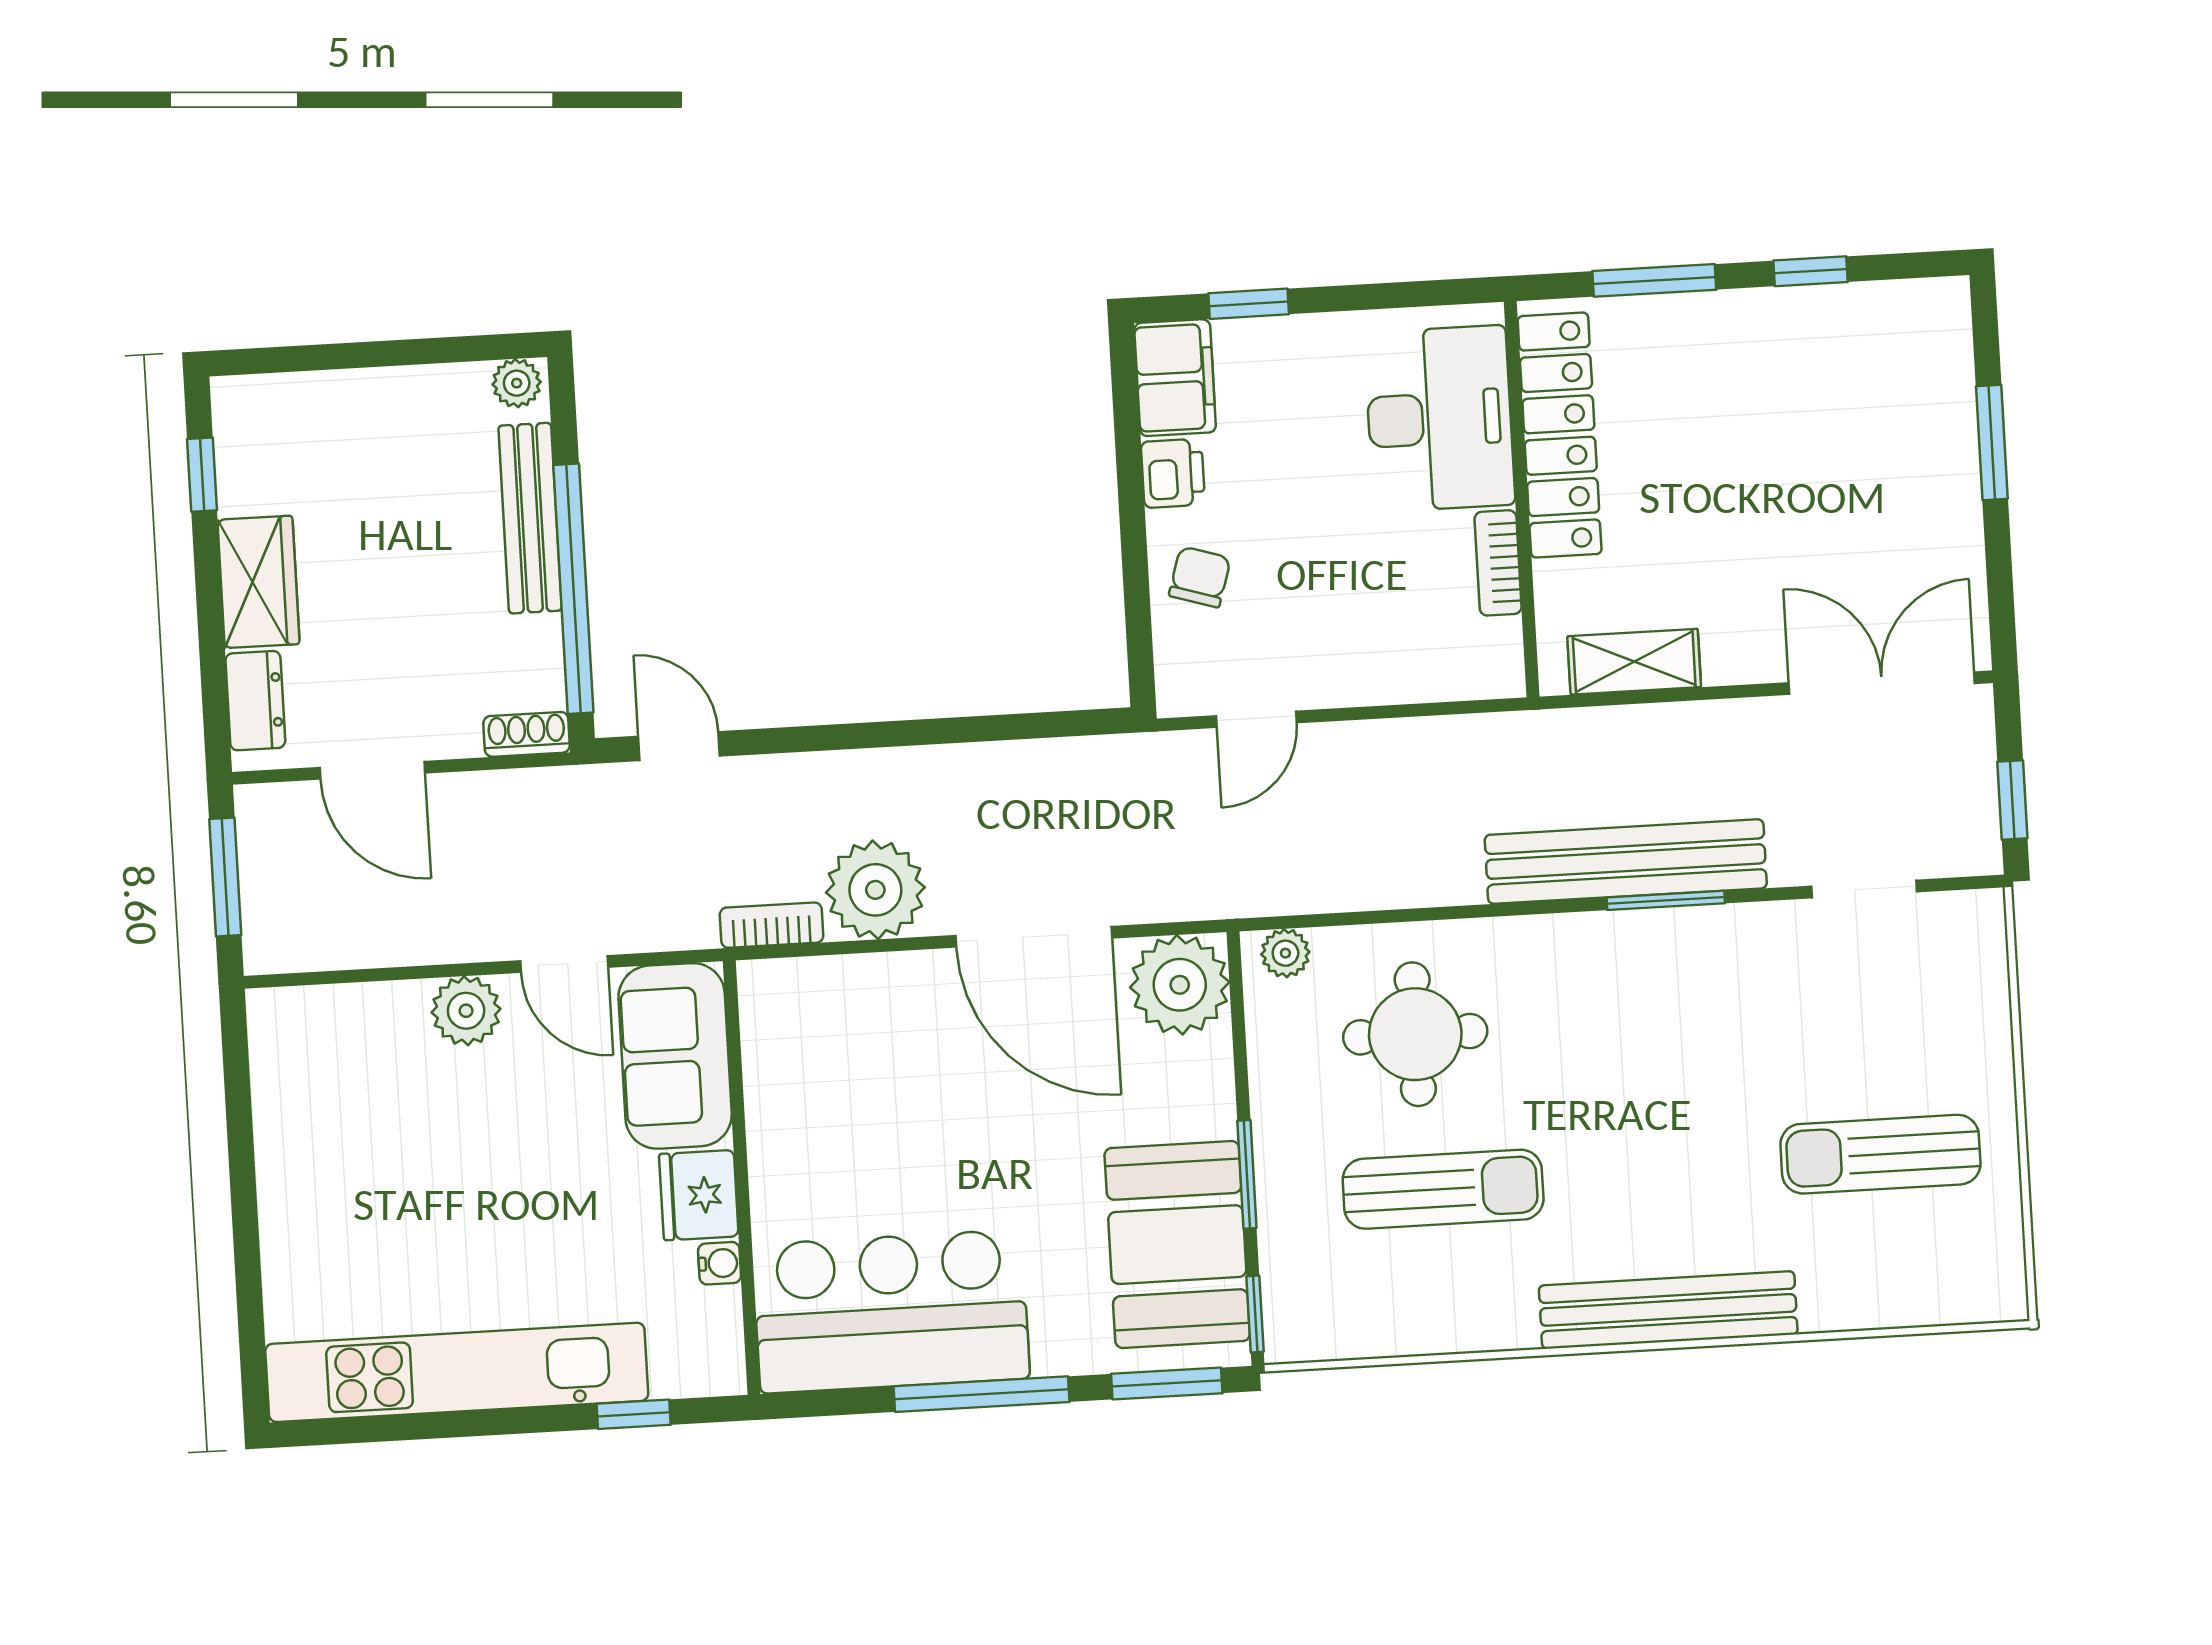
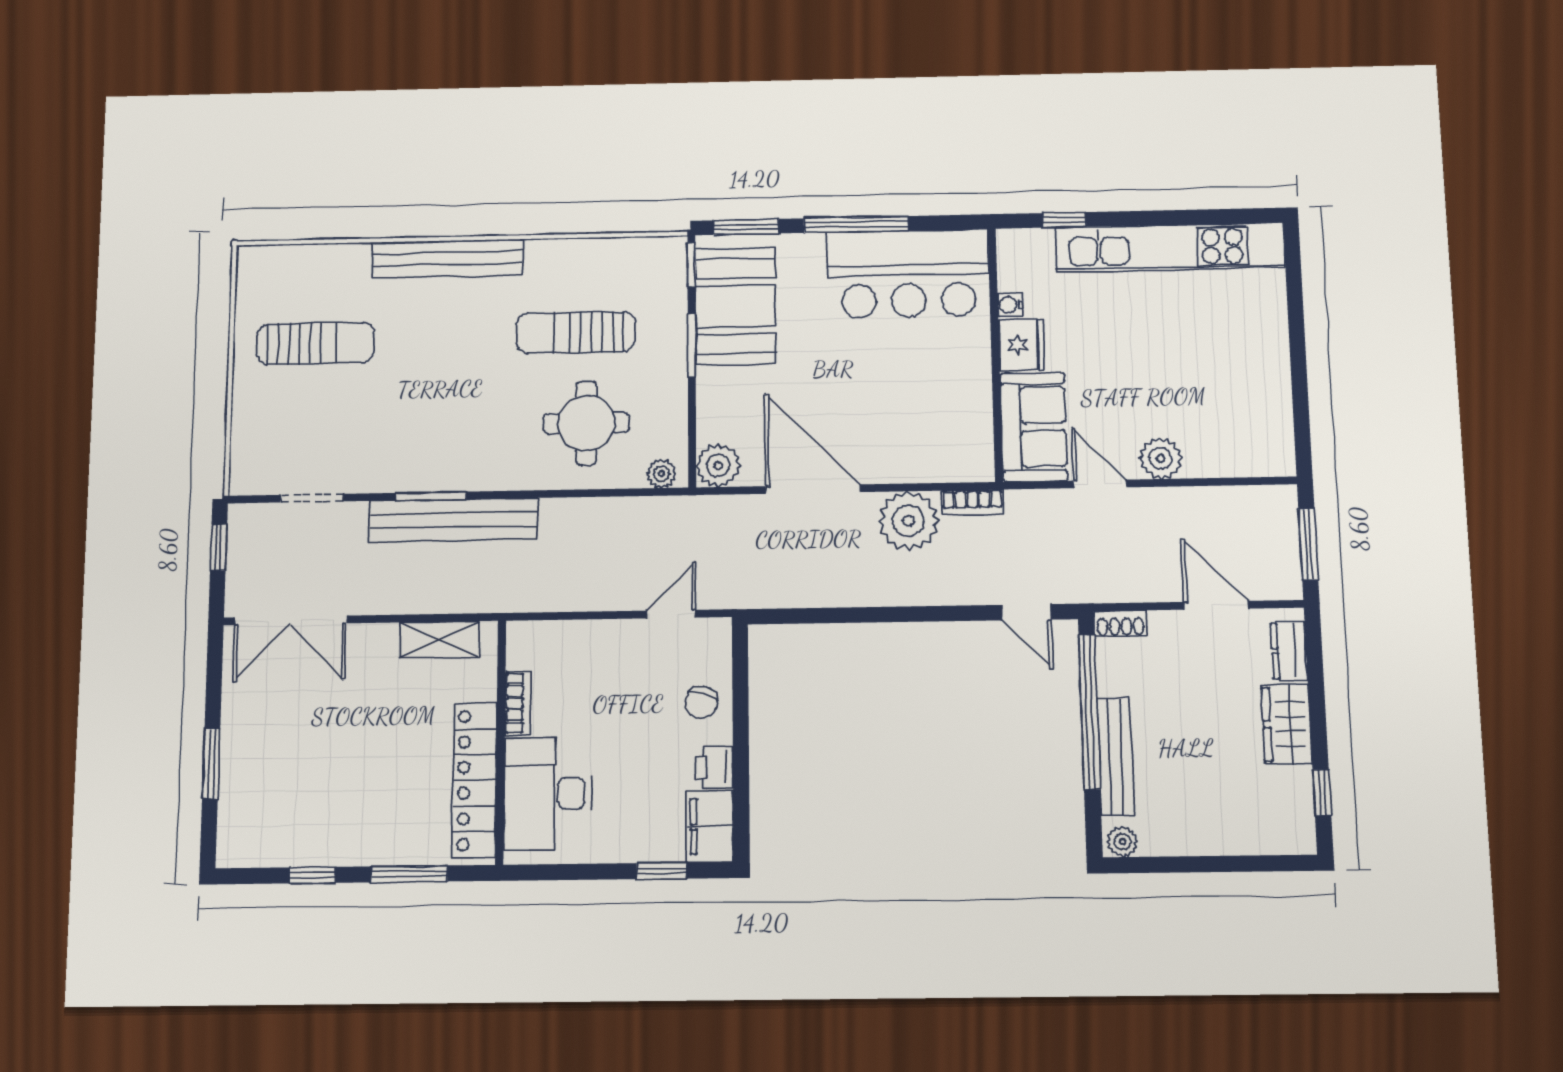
plant: (1180, 985) -> (718, 465), width x0.73, depth x0.73

